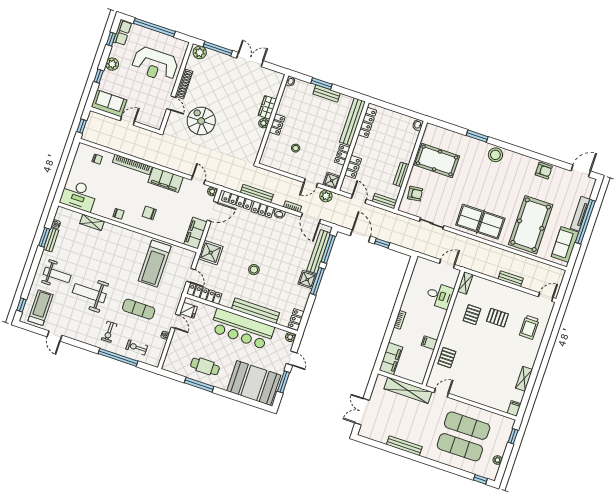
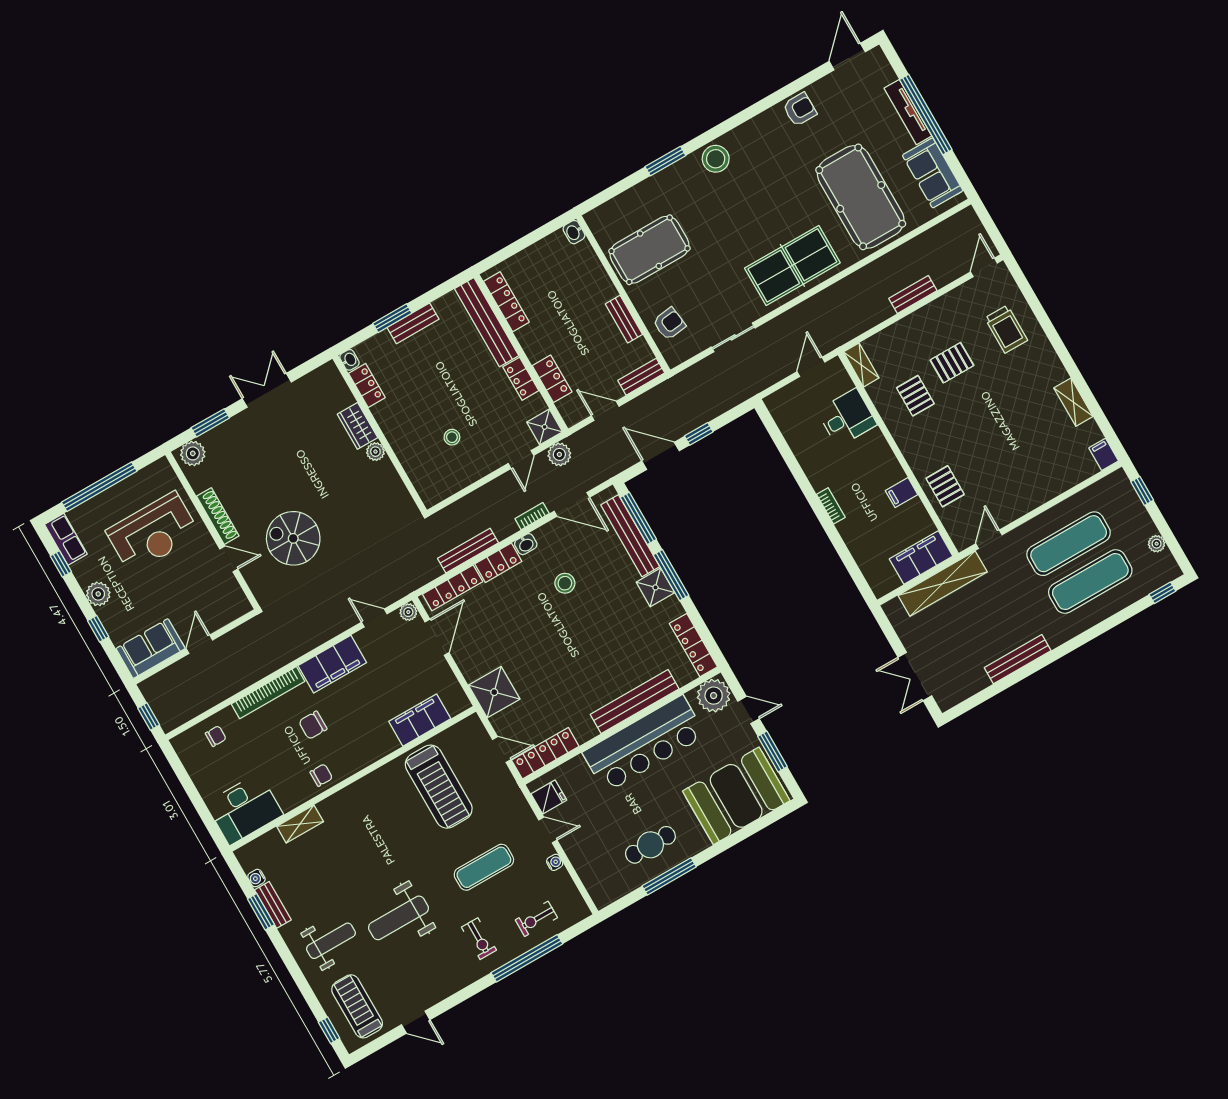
window: (218, 49) -> (210, 423), width x0.69
locker: (277, 125) -> (367, 385), moved
chair: (149, 213) -> (313, 725), moved
filing cabinet: (195, 233) -> (420, 720), moved, turned 90
stool: (254, 270) -> (565, 583), moved
locker: (296, 319) -> (693, 645), width x1.53
plant: (290, 337) -> (714, 696), width x1.88, depth x1.88
filing cabinet: (391, 359) -> (921, 558), moved, turned -90

